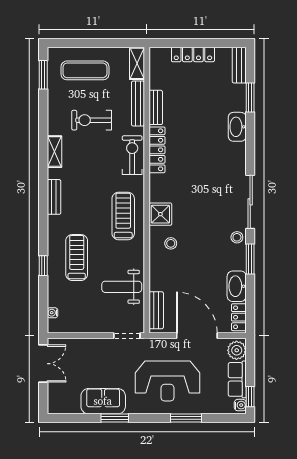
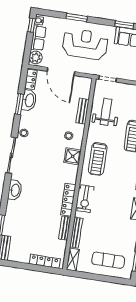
locker: (193, 54) -> (45, 261), moved
exercise bike: (92, 120) -> (109, 226), removed
washbasin: (237, 127) -> (15, 190), moved
window: (250, 259) -> (19, 104), moved
weight bench: (122, 287) -> (106, 112), turned -90
bench: (156, 310) -> (83, 111), moved

